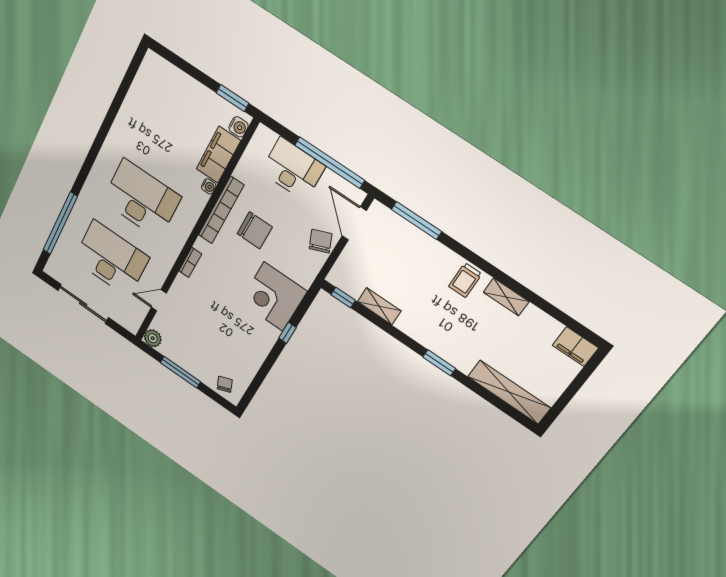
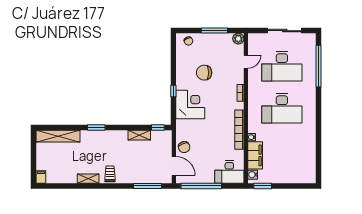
desk: (293, 169) -> (229, 172), moved
chair: (255, 230) -> (204, 73), moved
filing cabinet: (575, 347) -> (41, 177), width x0.50

